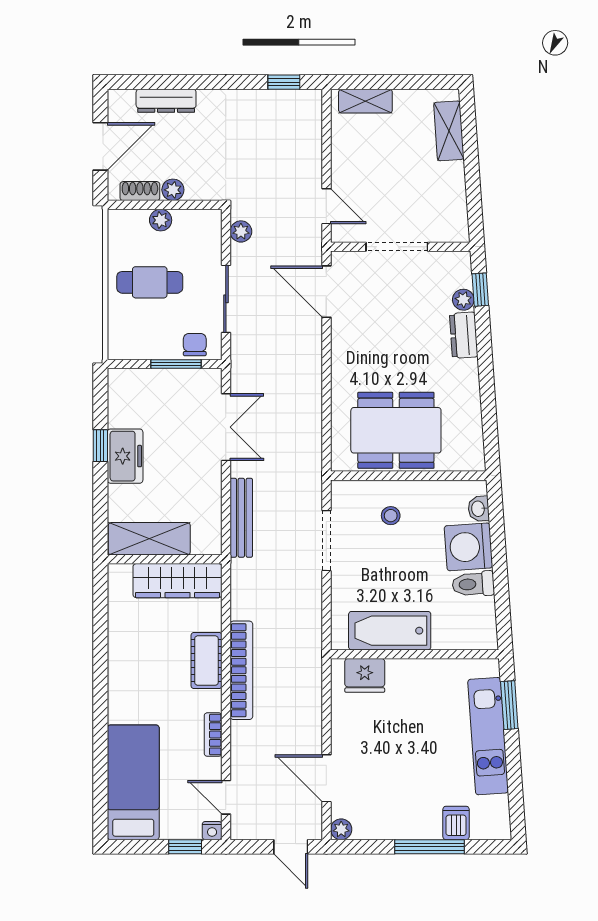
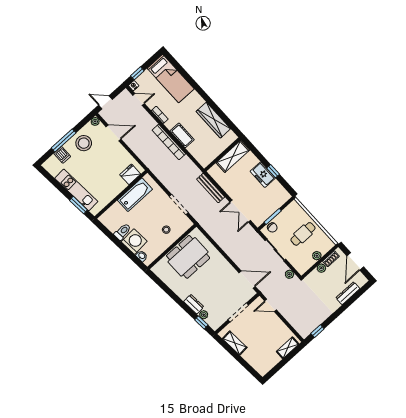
shelving: (449, 131) -> (235, 343), moved
wardrobe: (177, 581) -> (213, 120), moved, turned -90
stool: (398, 809) -> (84, 143), added

